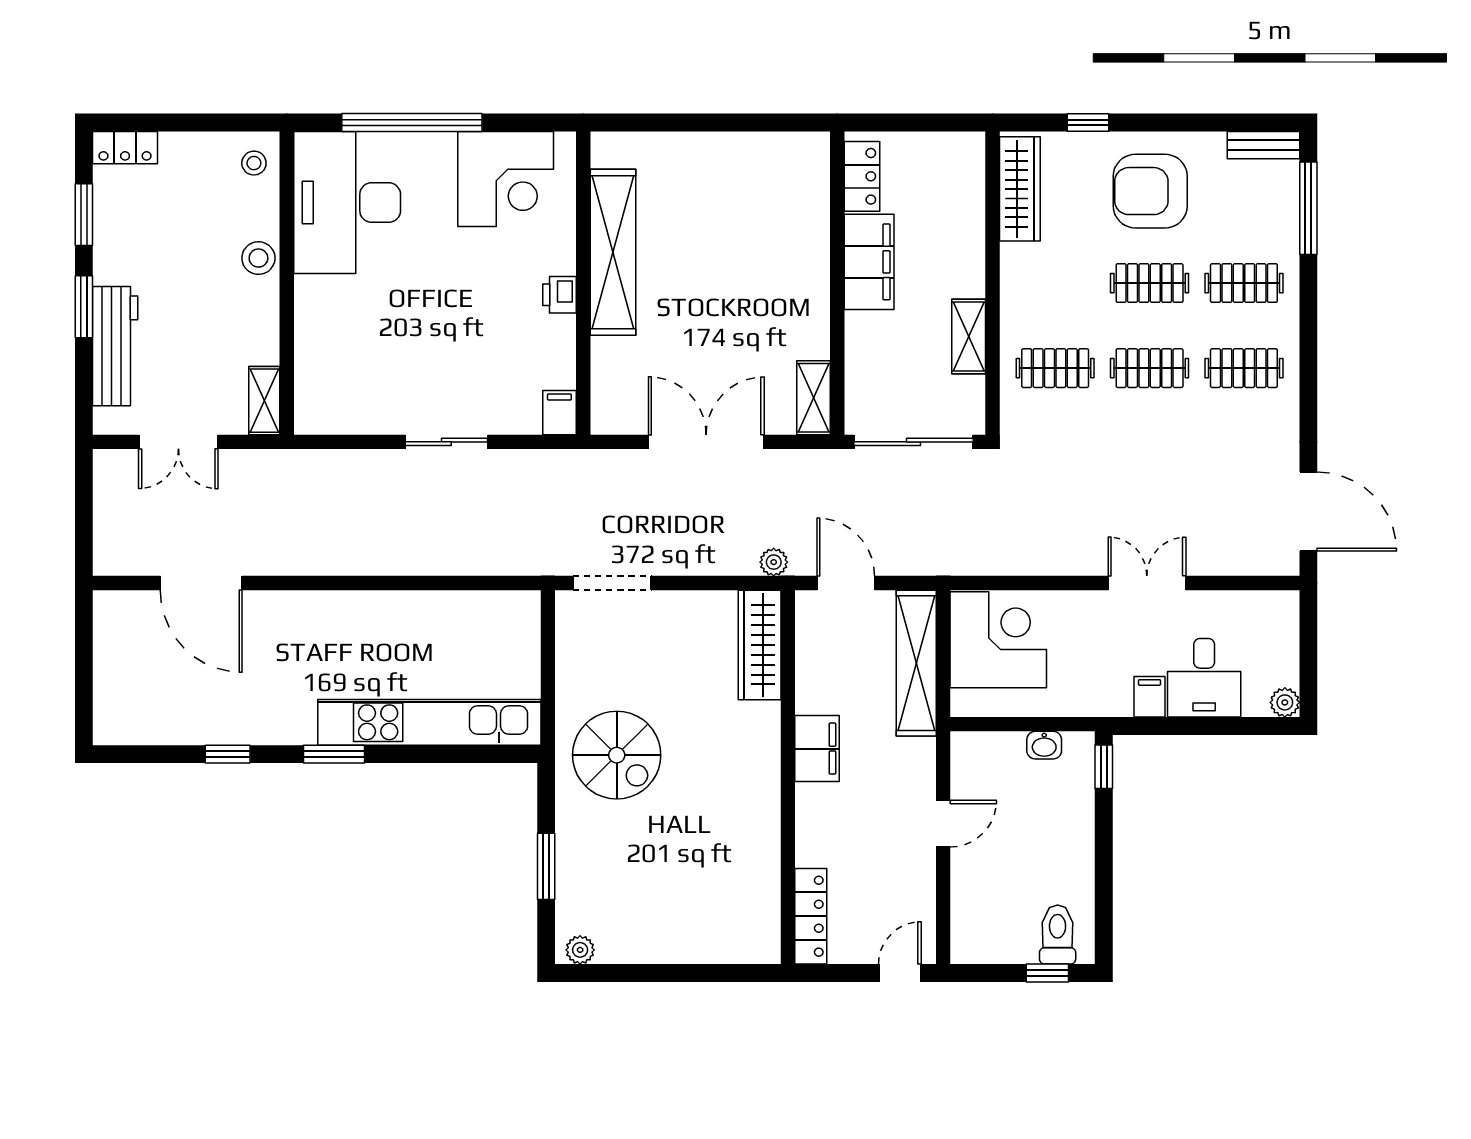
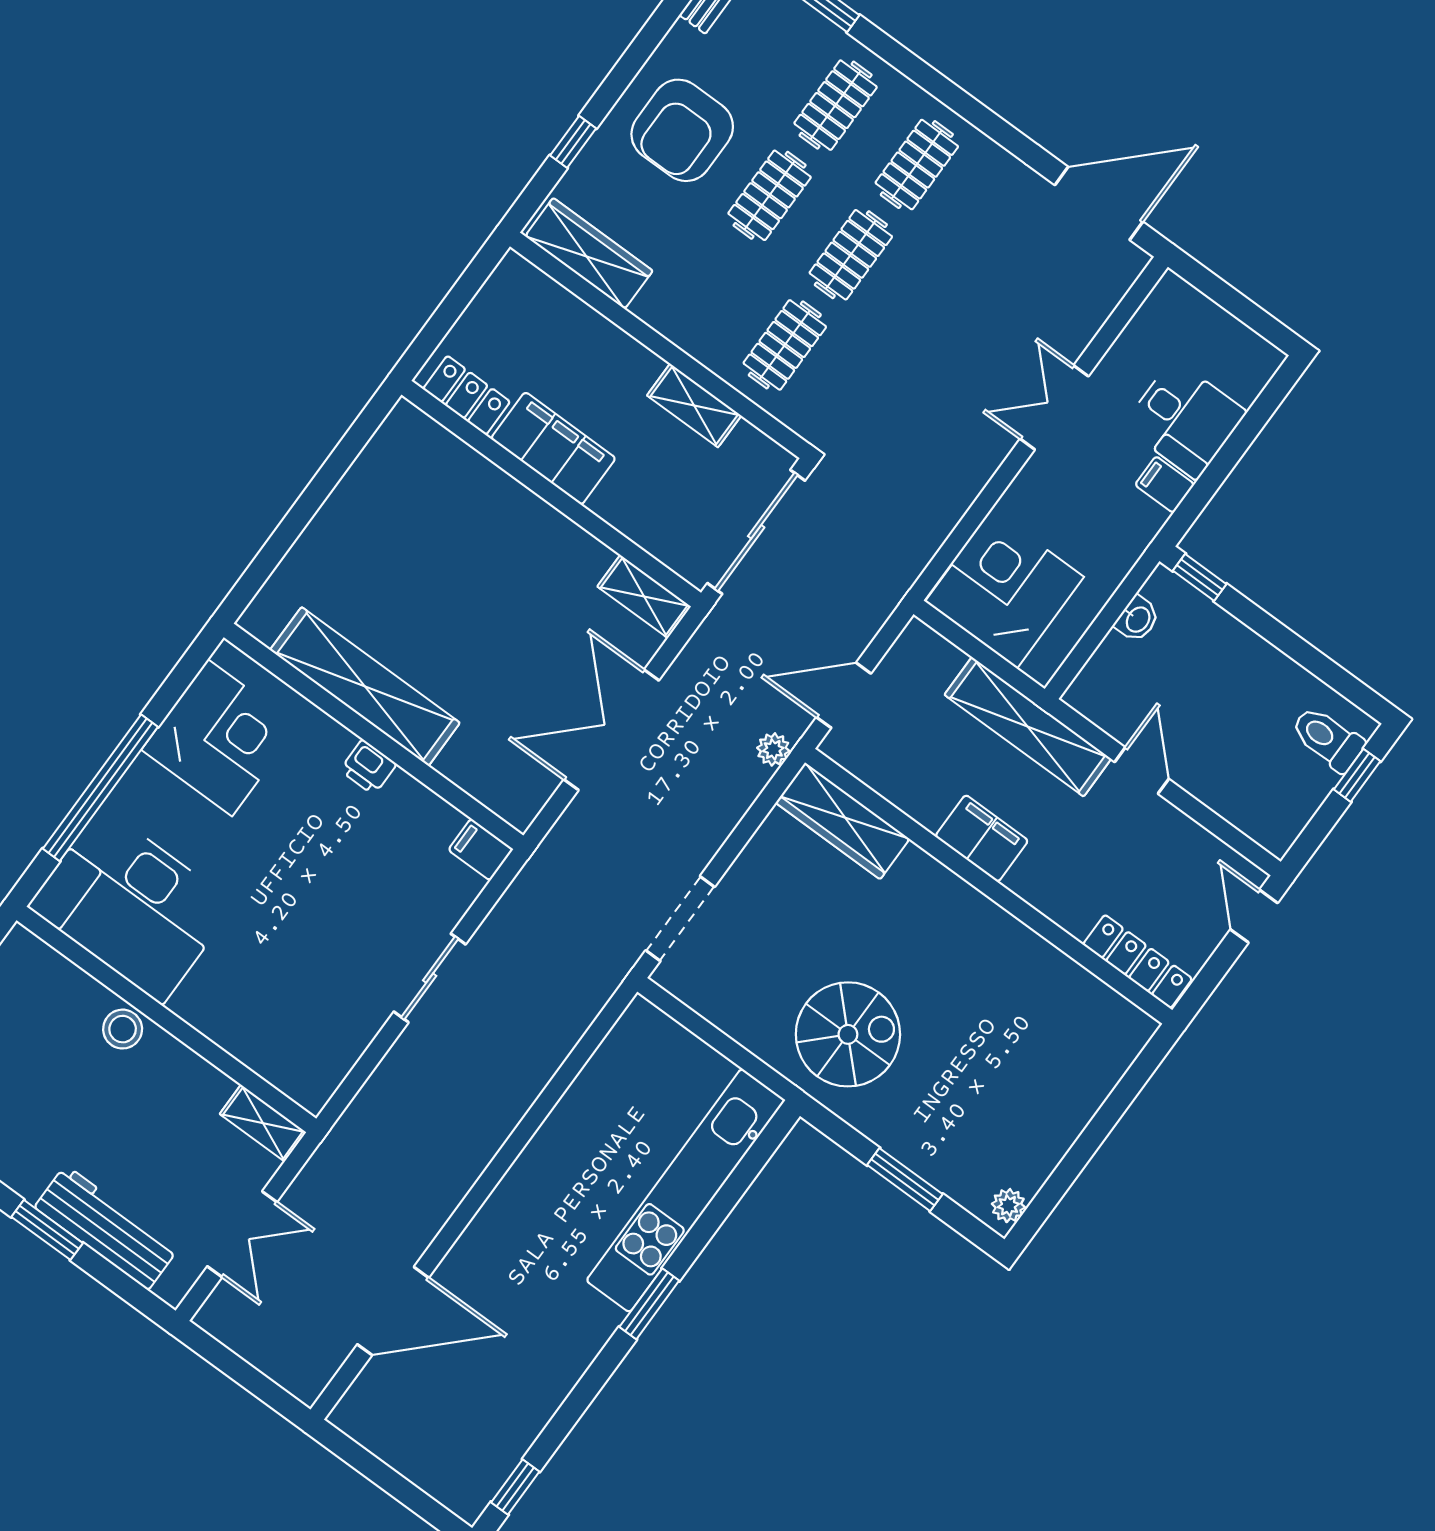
stool: (254, 163) -> (29, 967), removed
shelving: (916, 663) -> (1028, 727), moved
plant: (1285, 702) -> (1265, 359), removed
window: (228, 754) -> (515, 1487), moved

